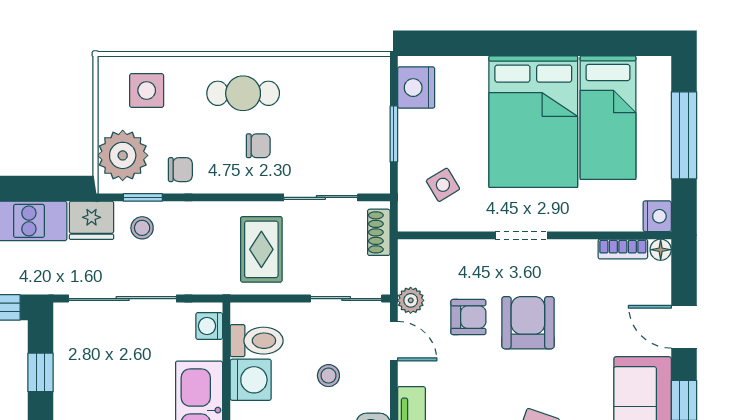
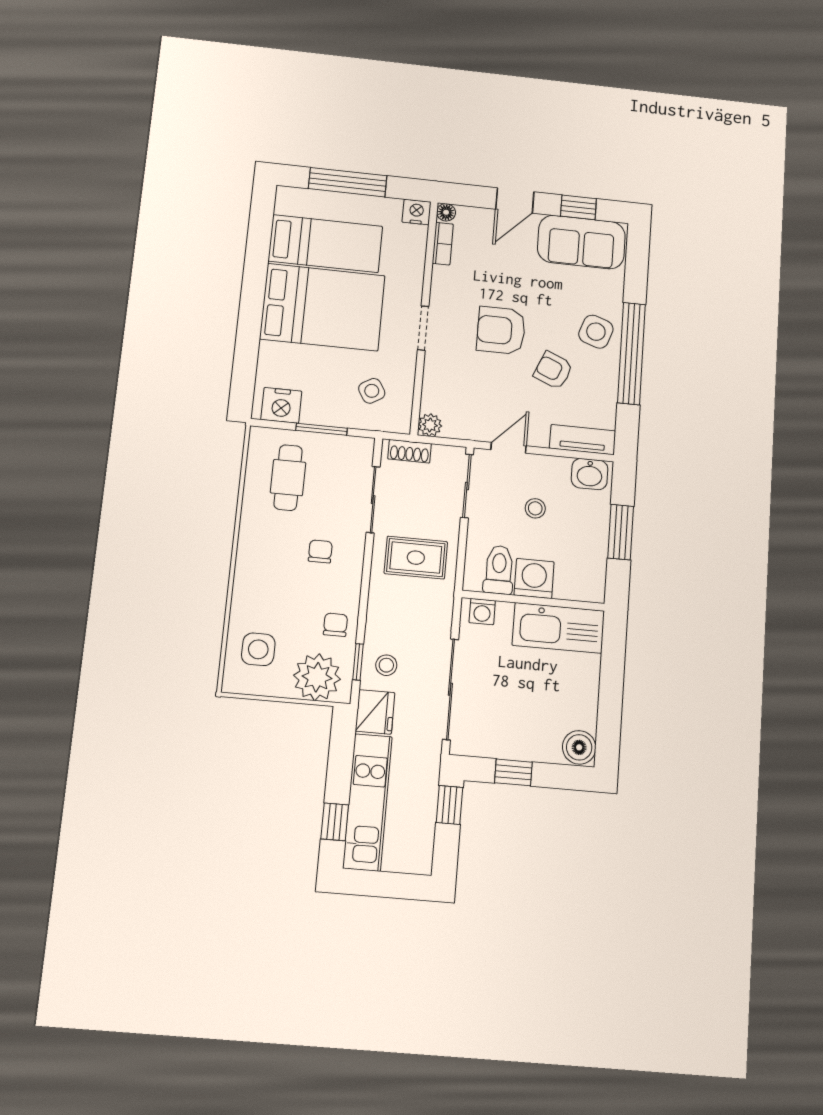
cafe table: (243, 93) -> (288, 478), moved
plant: (411, 300) -> (430, 425), moved
armchair: (468, 317) -> (553, 370), moved, turned -67

